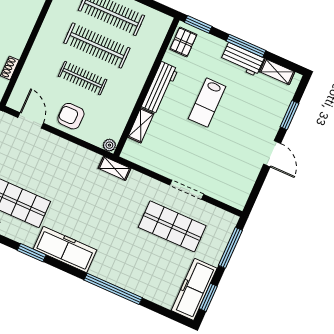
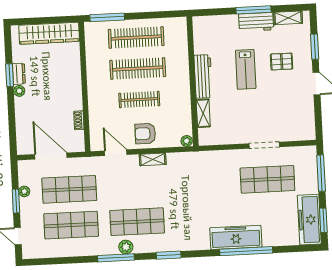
window: (198, 24) -> (208, 12), removed
pallet: (183, 42) -> (282, 62), moved, turned 90
shelving: (114, 168) -> (153, 159), moved
freezer: (65, 250) -> (236, 237), moved

